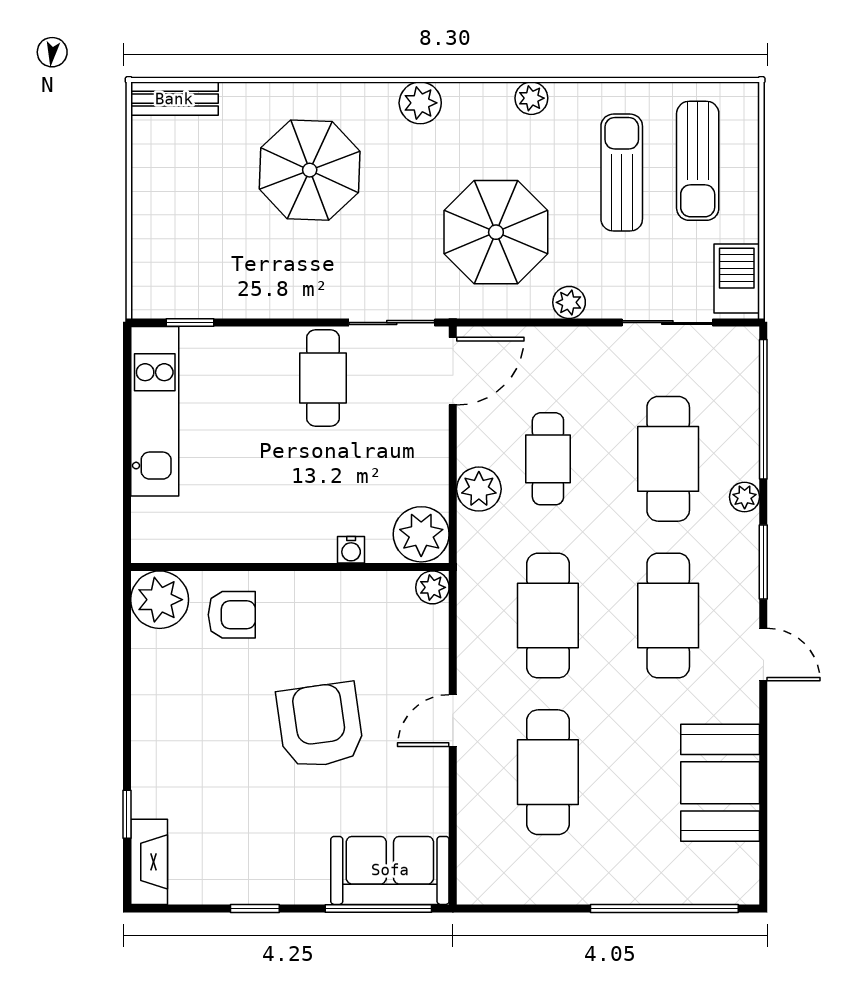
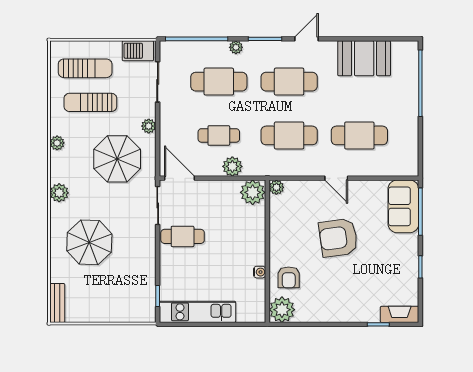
water cooler: (351, 550) -> (260, 272), moved
armchair: (232, 615) -> (289, 277), turned 180

